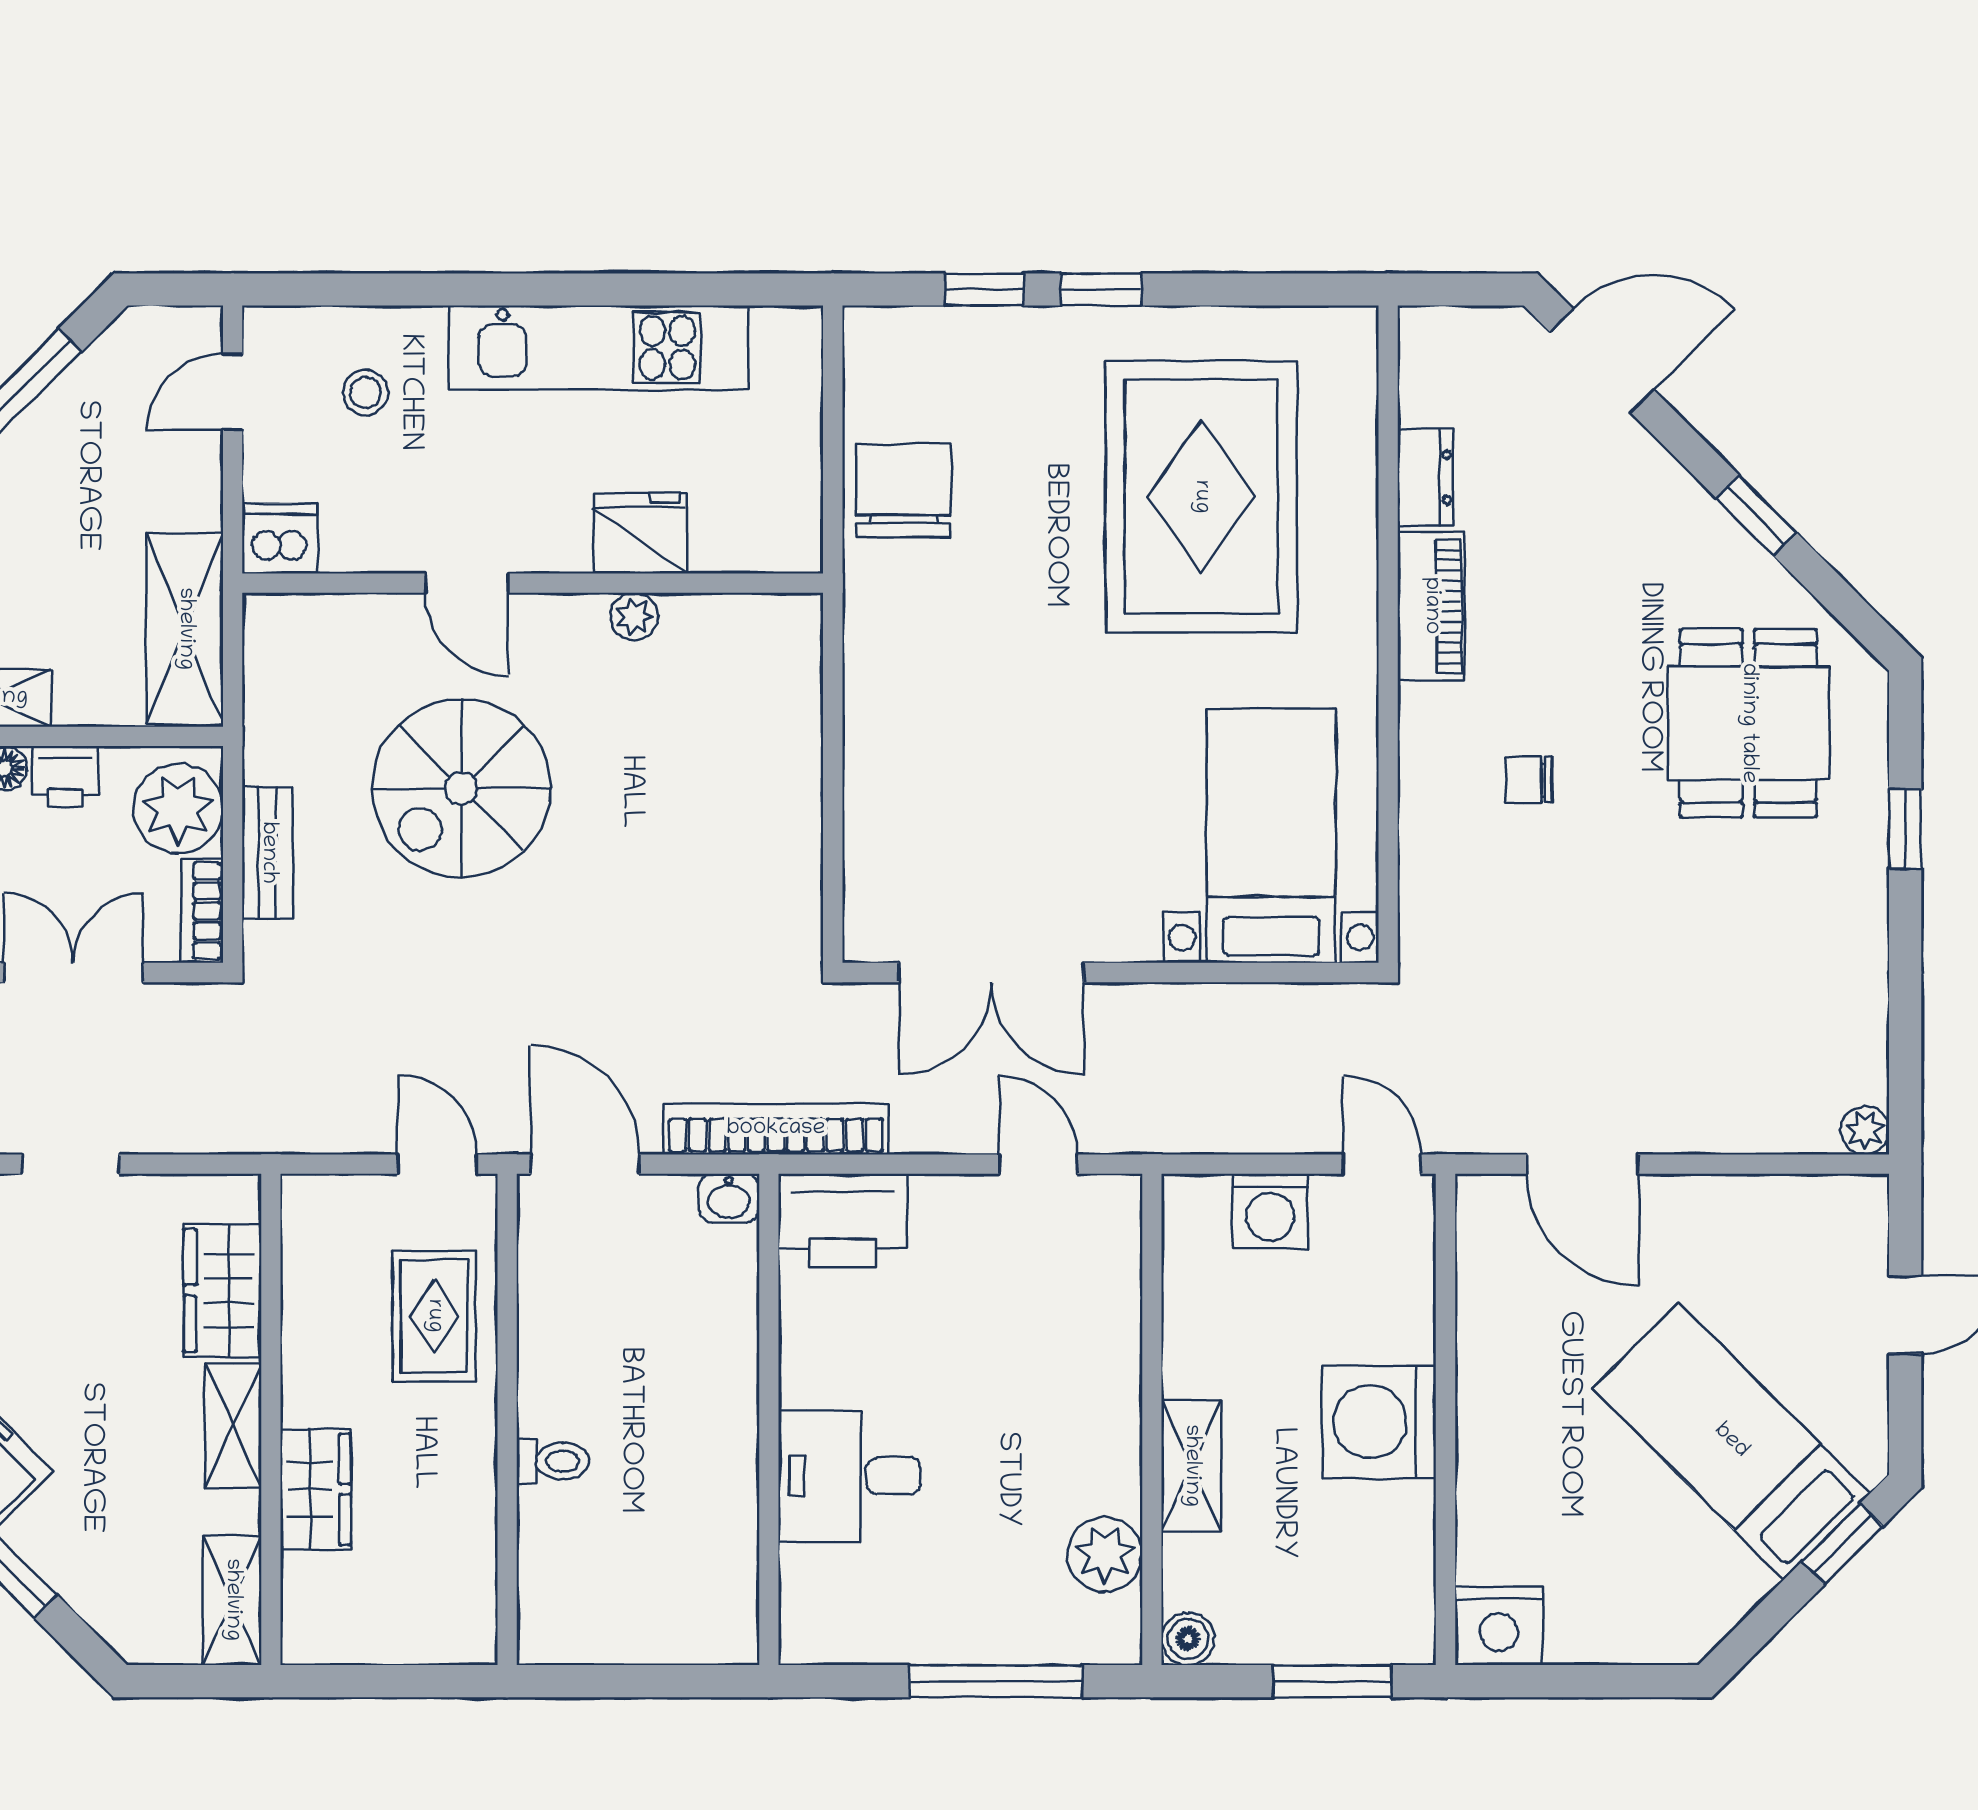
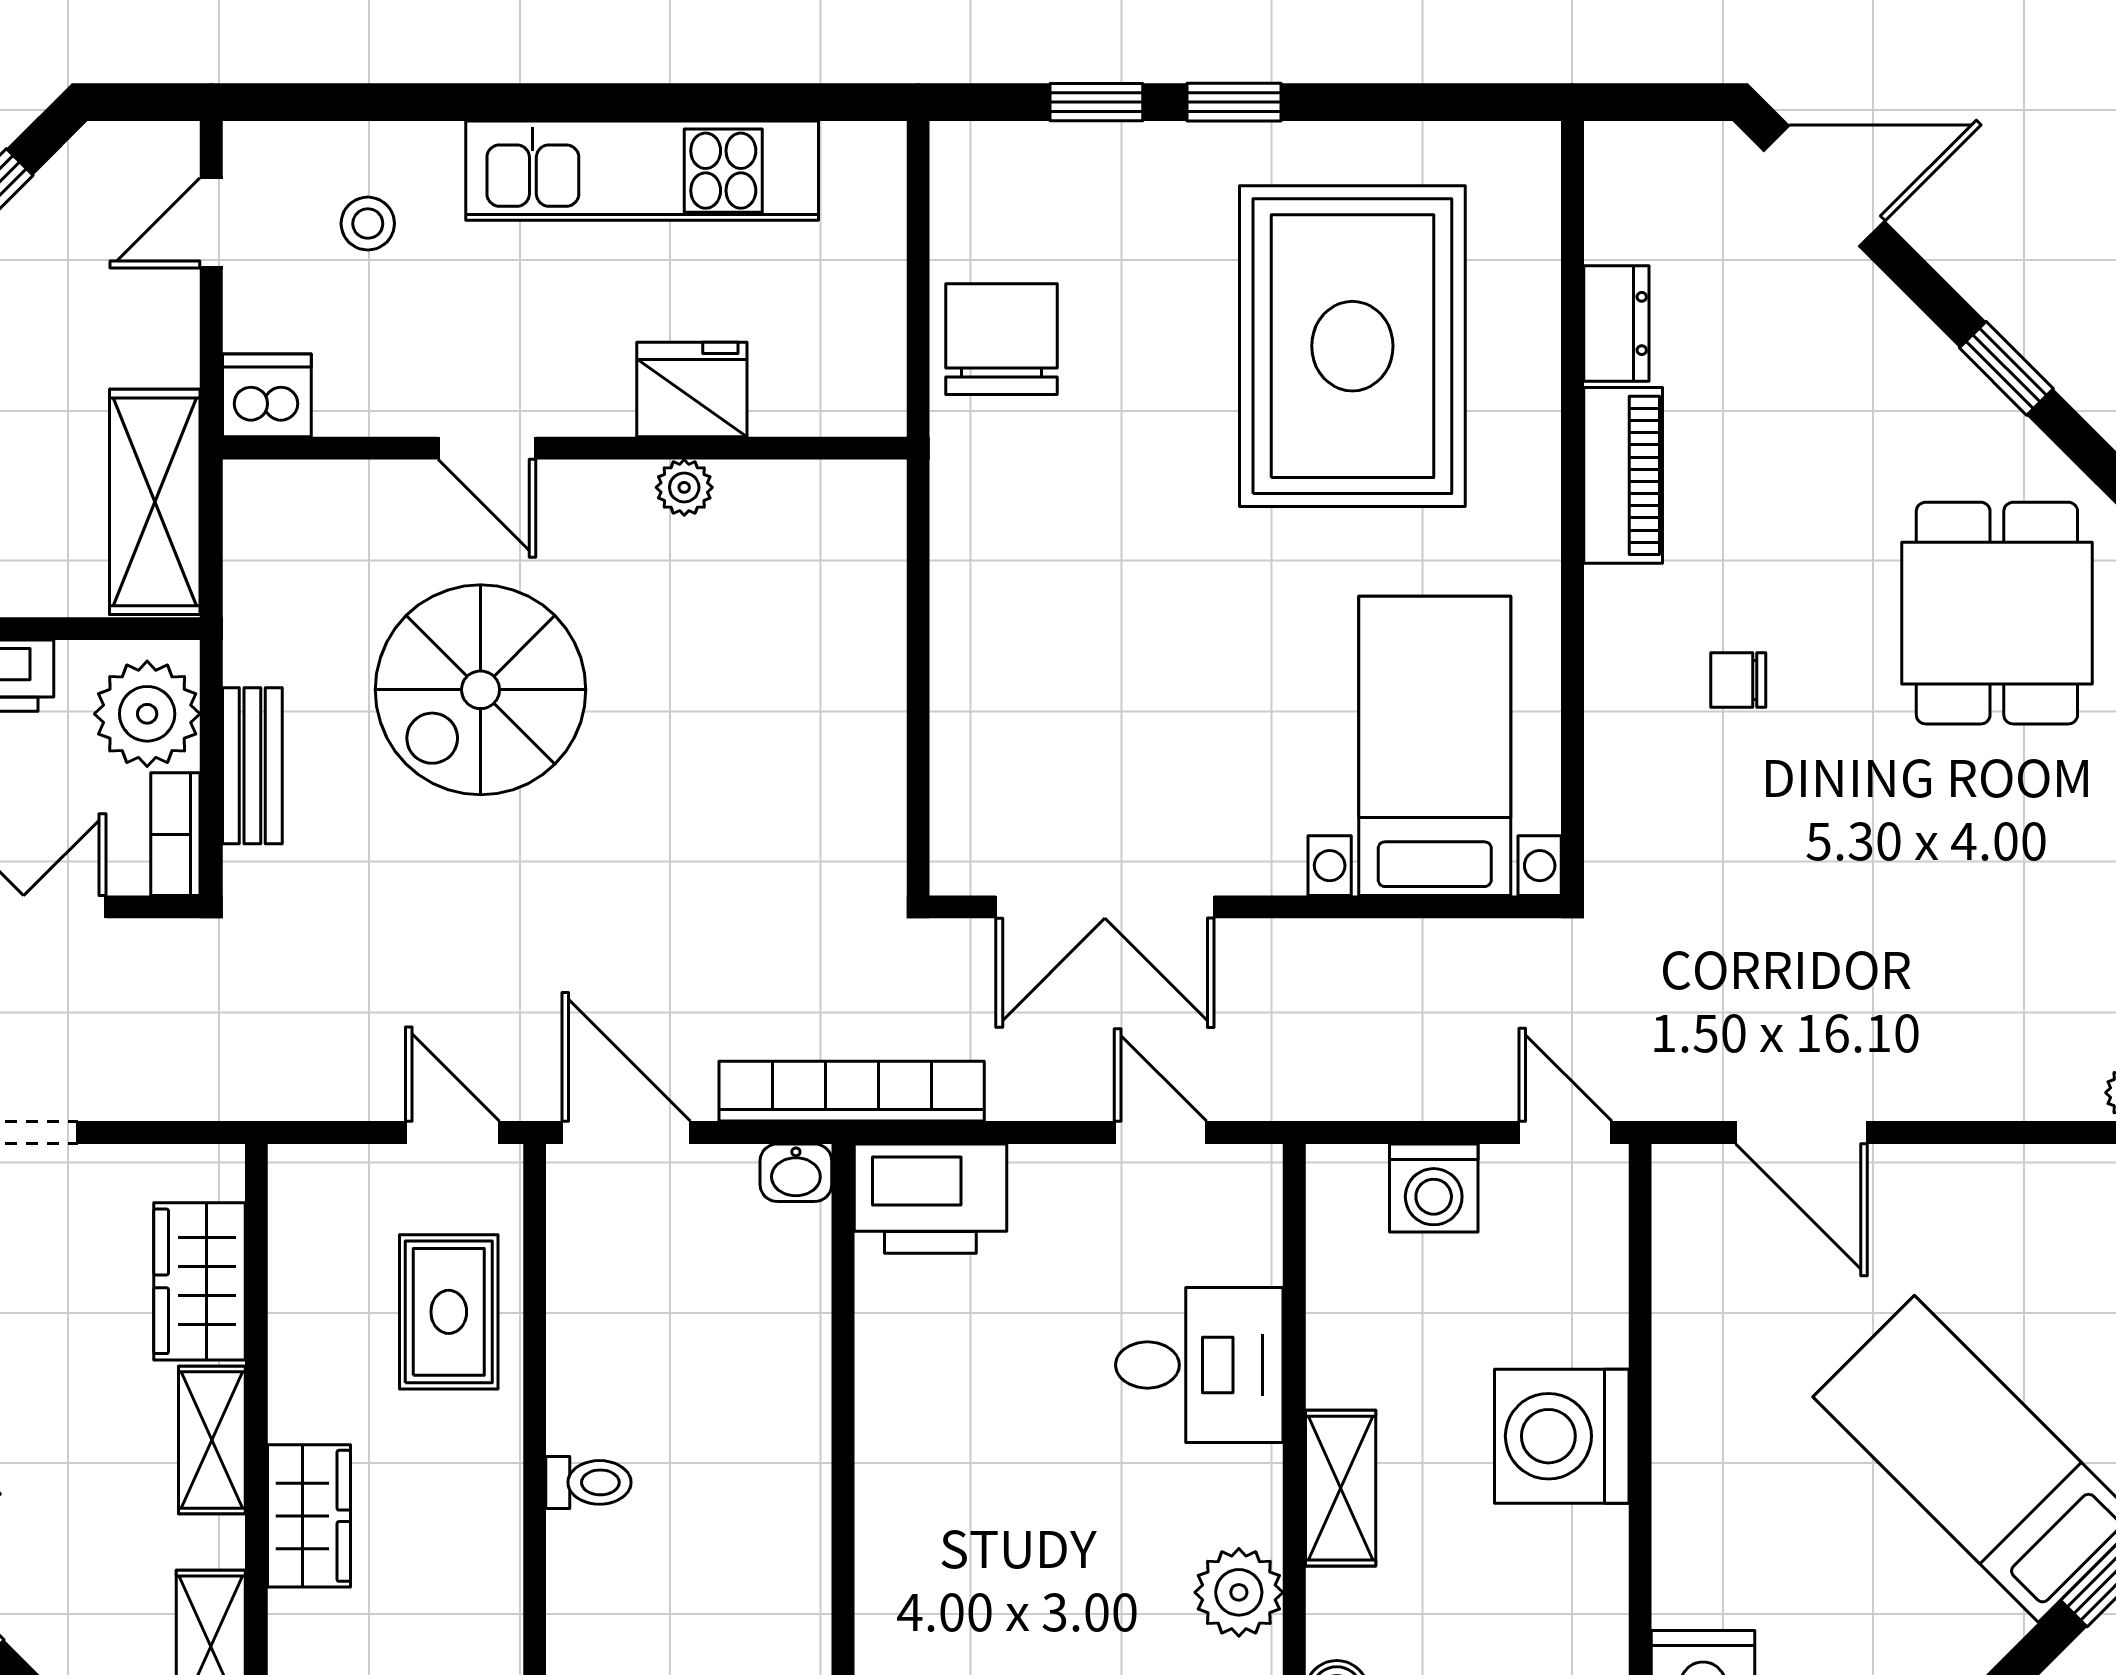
desk: (849, 1476) -> (1199, 1365), moved, turned 180

